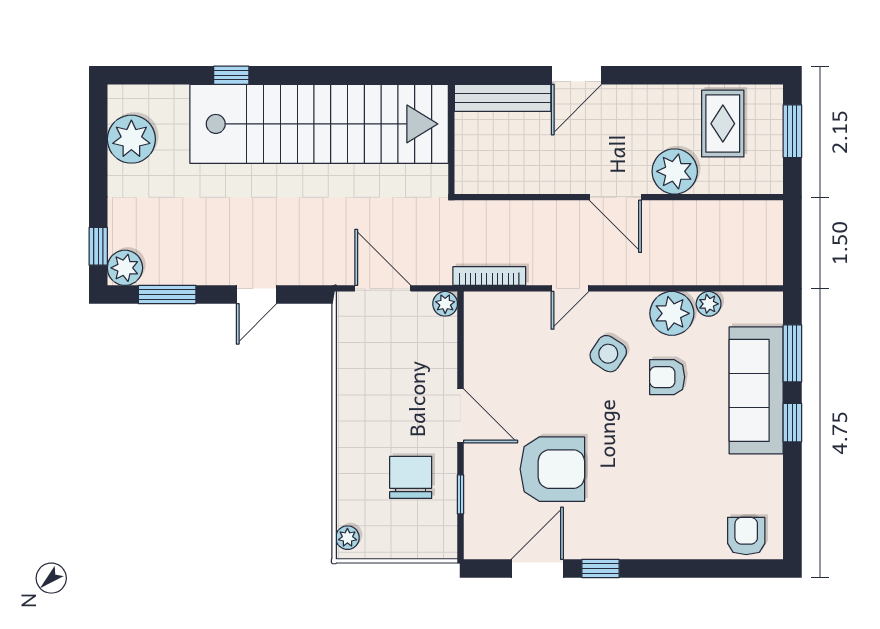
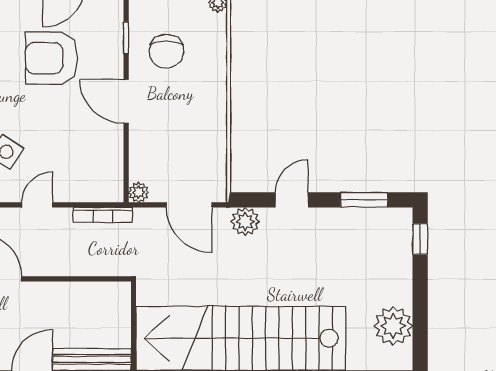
plant: (125, 268) -> (245, 222), moved

